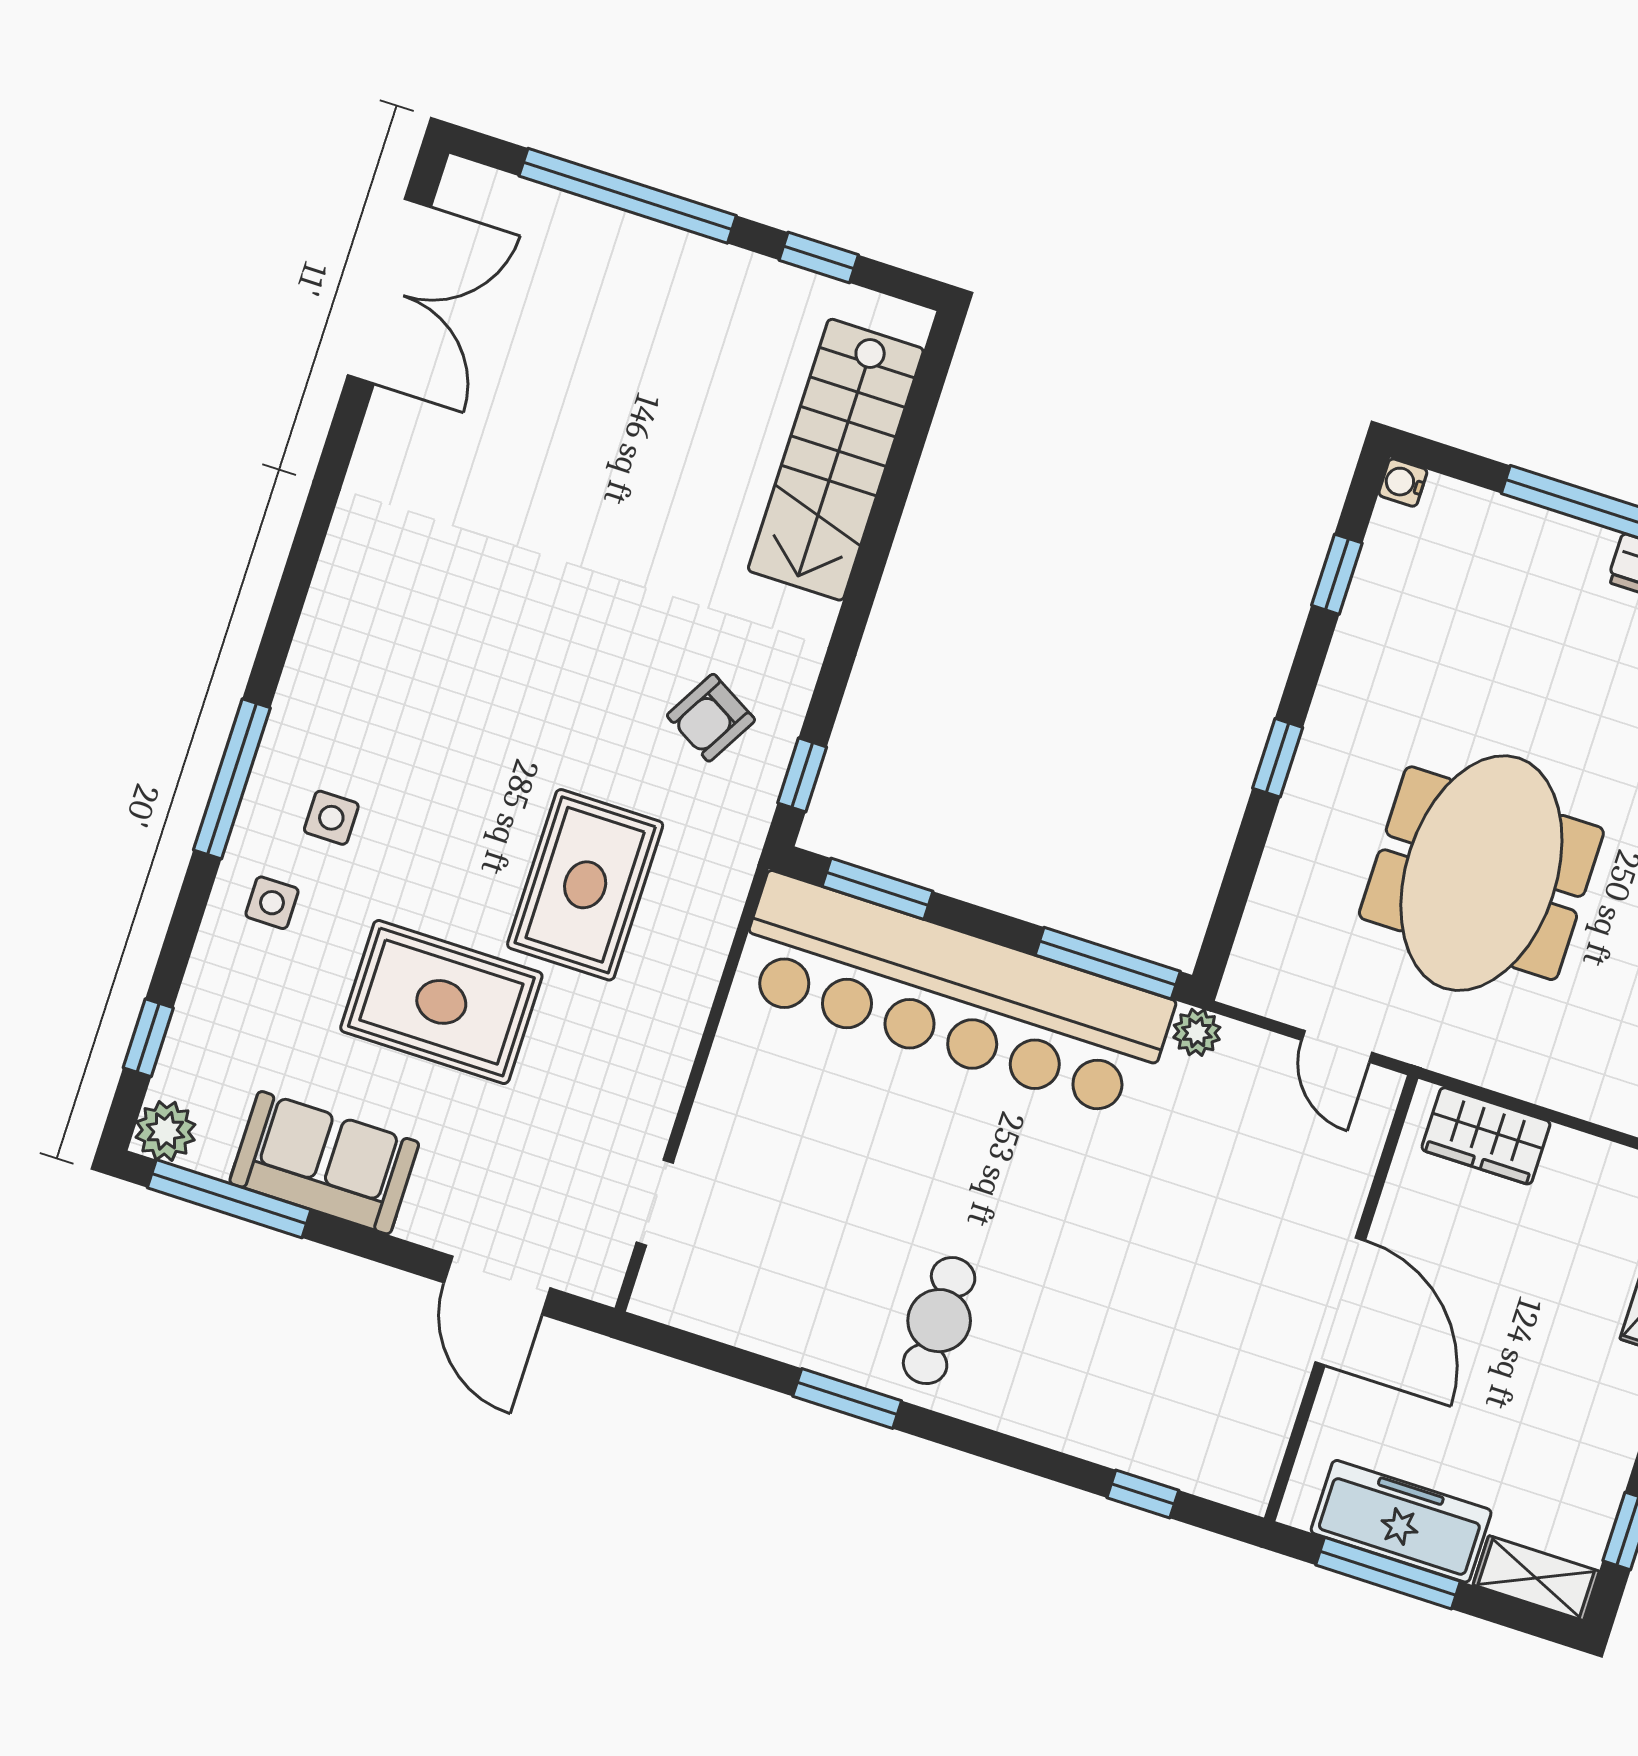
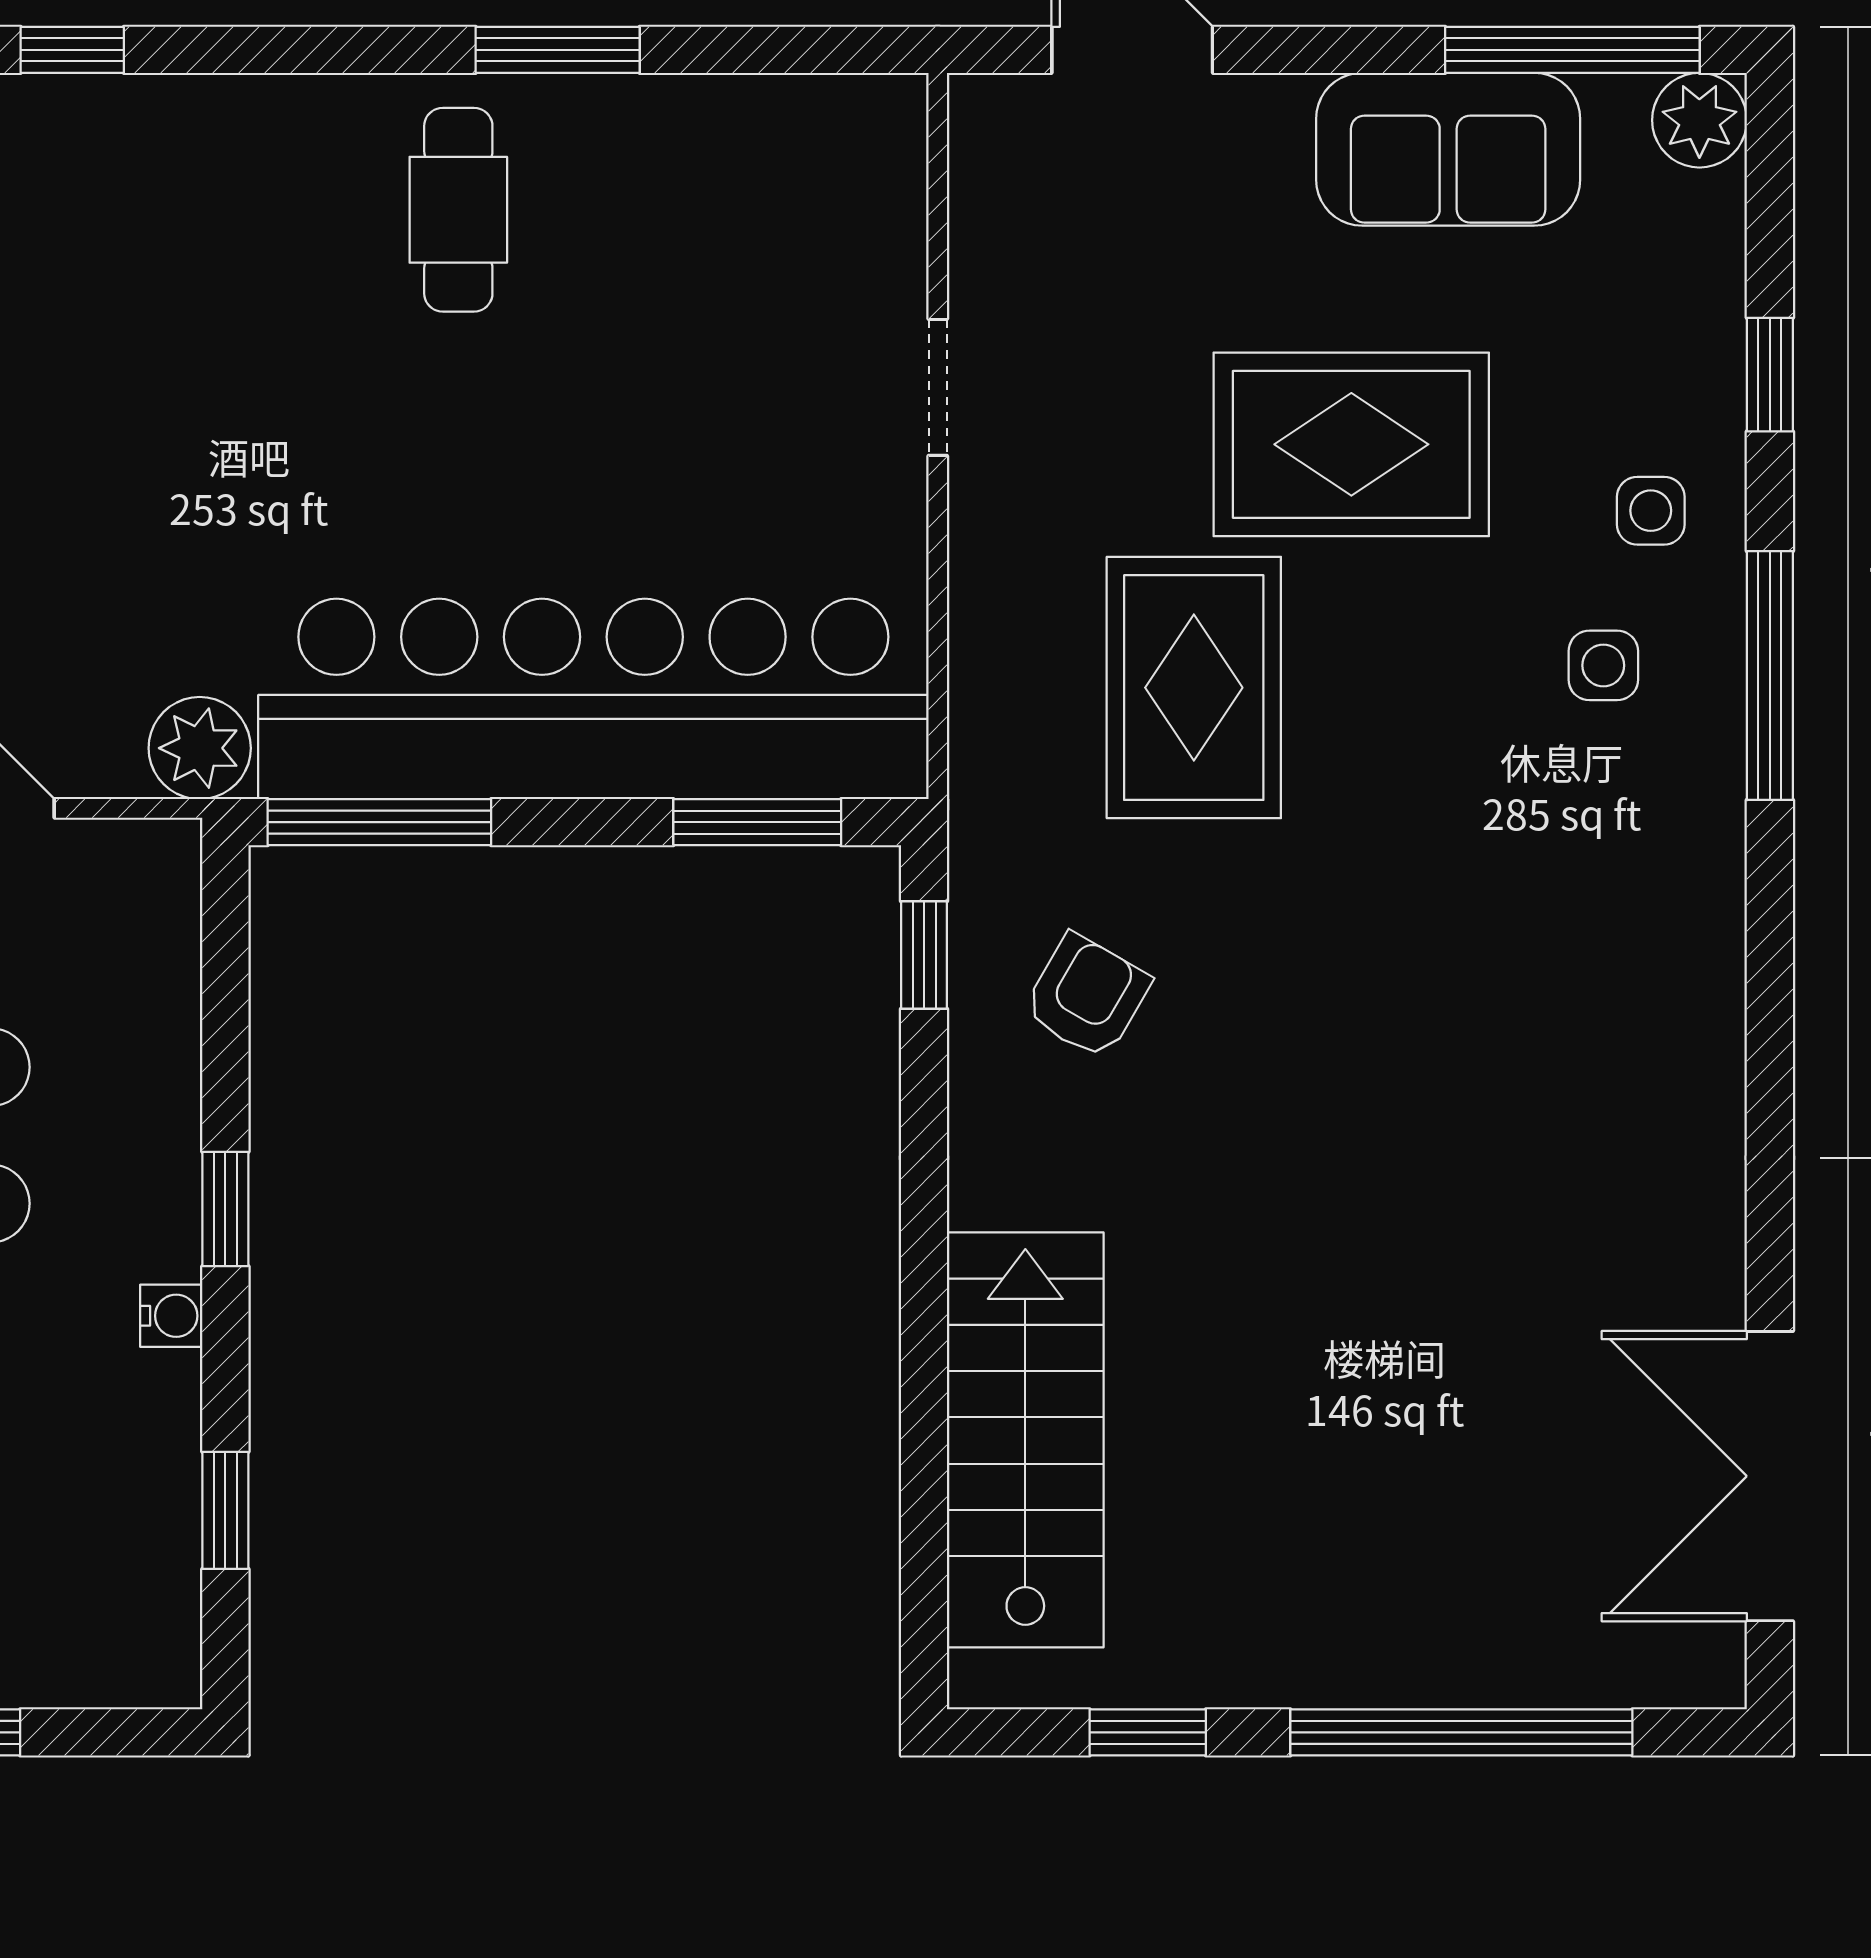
water cooler: (1403, 483) -> (171, 1316), moved
plant: (1197, 1032) -> (200, 748), width x1.38, depth x1.38
window: (148, 1038) -> (1770, 375), moved
doorway: (655, 1203) -> (938, 387), moved

